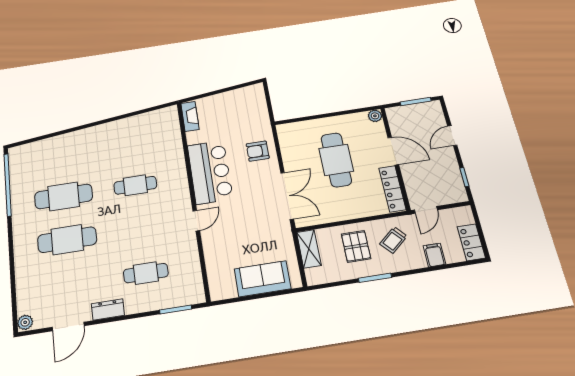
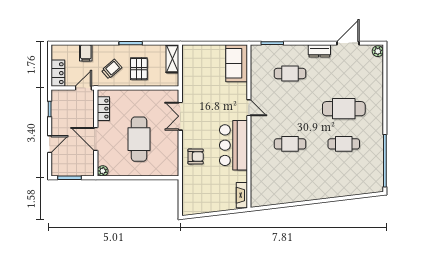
locker: (392, 189) -> (103, 109), width x0.66
cafe table: (64, 196) -> (344, 144), width x0.73, depth x0.74
double door: (287, 196) -> (180, 116), width x0.73
door: (196, 221) -> (249, 108), swing flipped
locker: (471, 242) -> (58, 73), moved
shelving: (309, 249) -> (172, 59), moved
sofa: (263, 279) -> (237, 63), moved, turned 90

